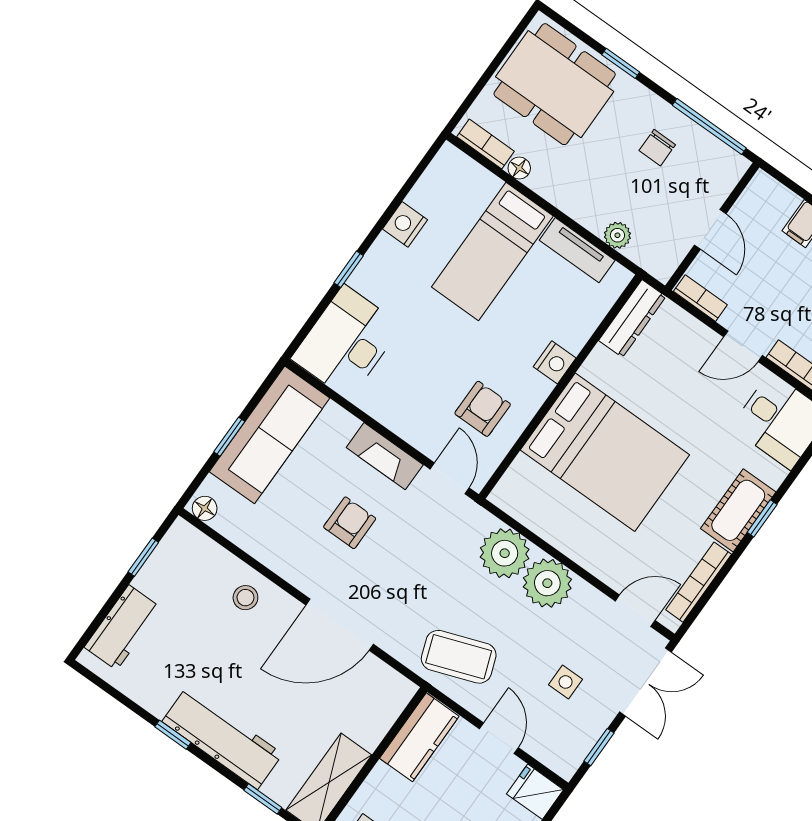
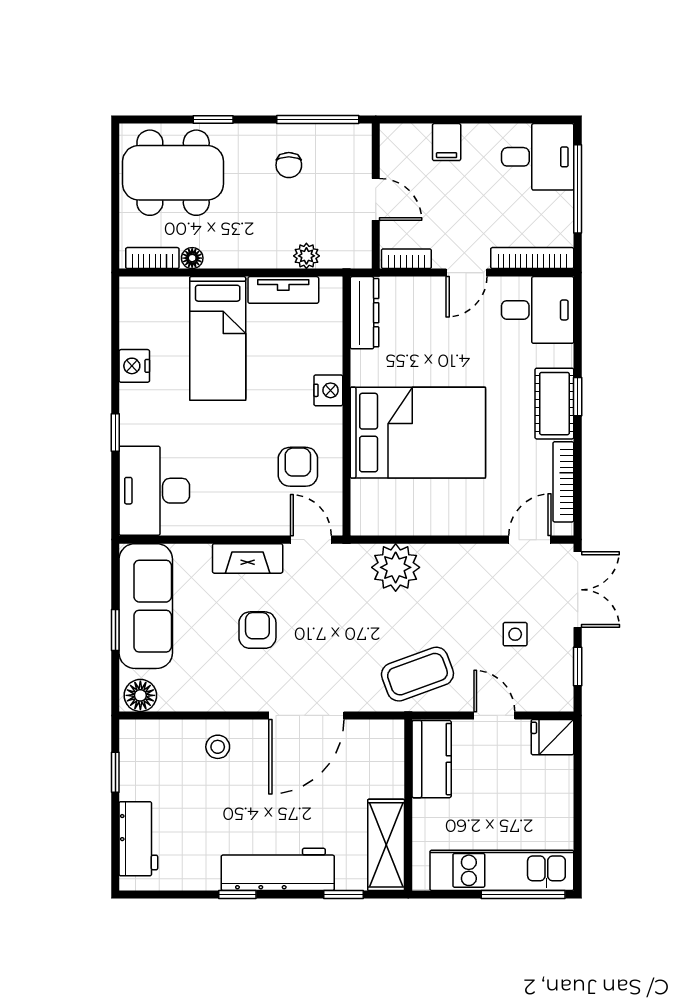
floor lamp: (205, 508) -> (140, 695), width x1.37, depth x1.37
plant: (547, 583) -> (446, 567), removed

